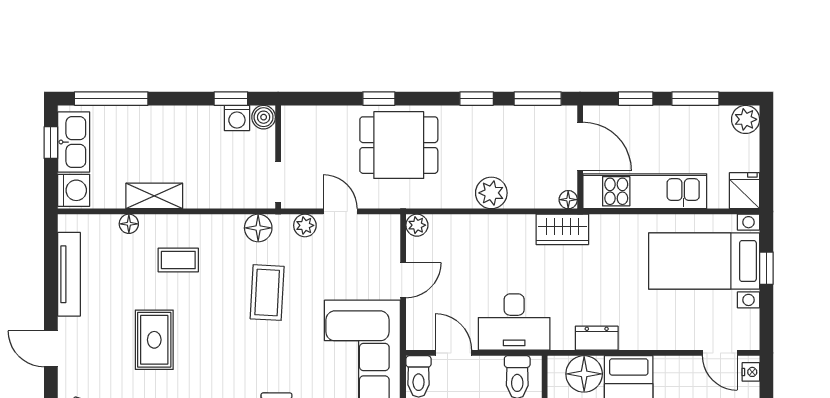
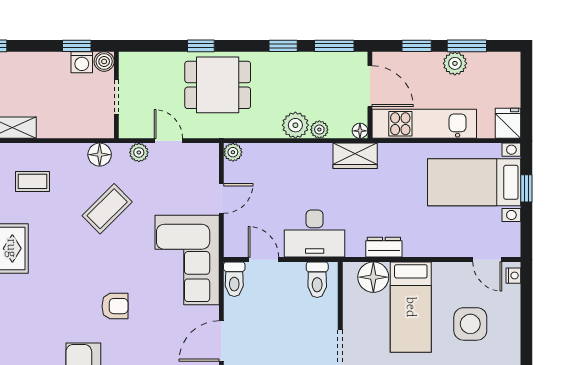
plant: (746, 119) -> (455, 63), moved
doorway: (278, 182) -> (116, 97), moved
plant: (520, 198) -> (319, 130), added
coffee table: (267, 293) -> (107, 209), turned 42

